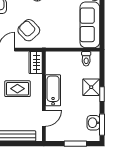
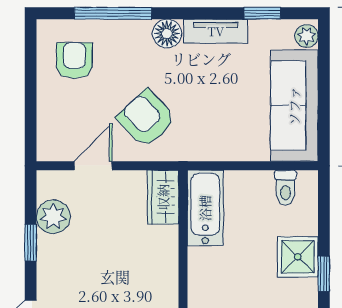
rug: (17, 89) -> (119, 260), removed
bathtub: (53, 90) -> (205, 208), moved

